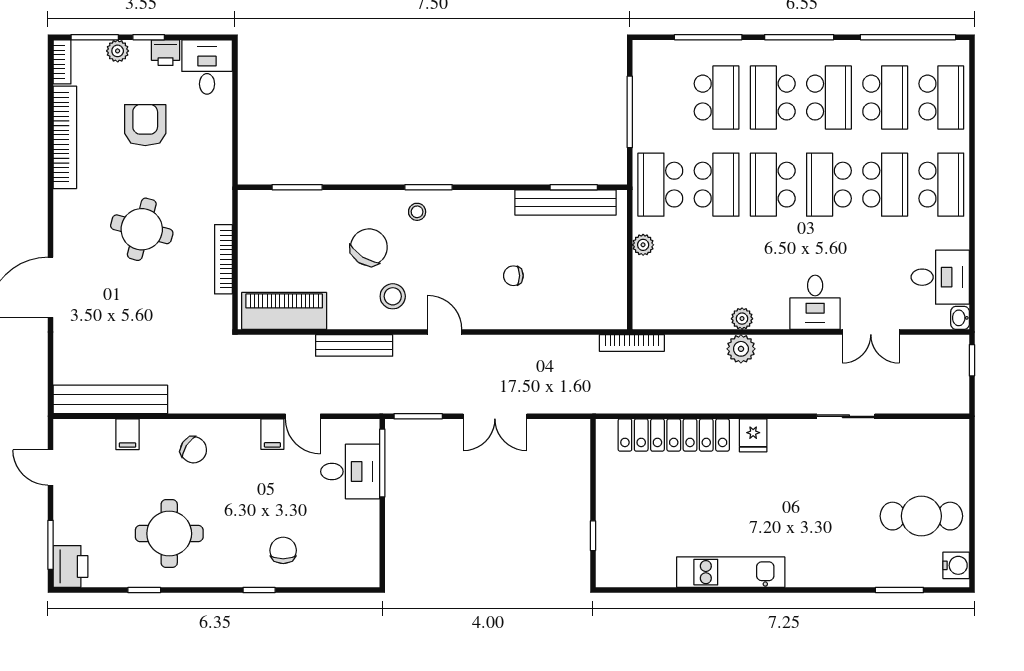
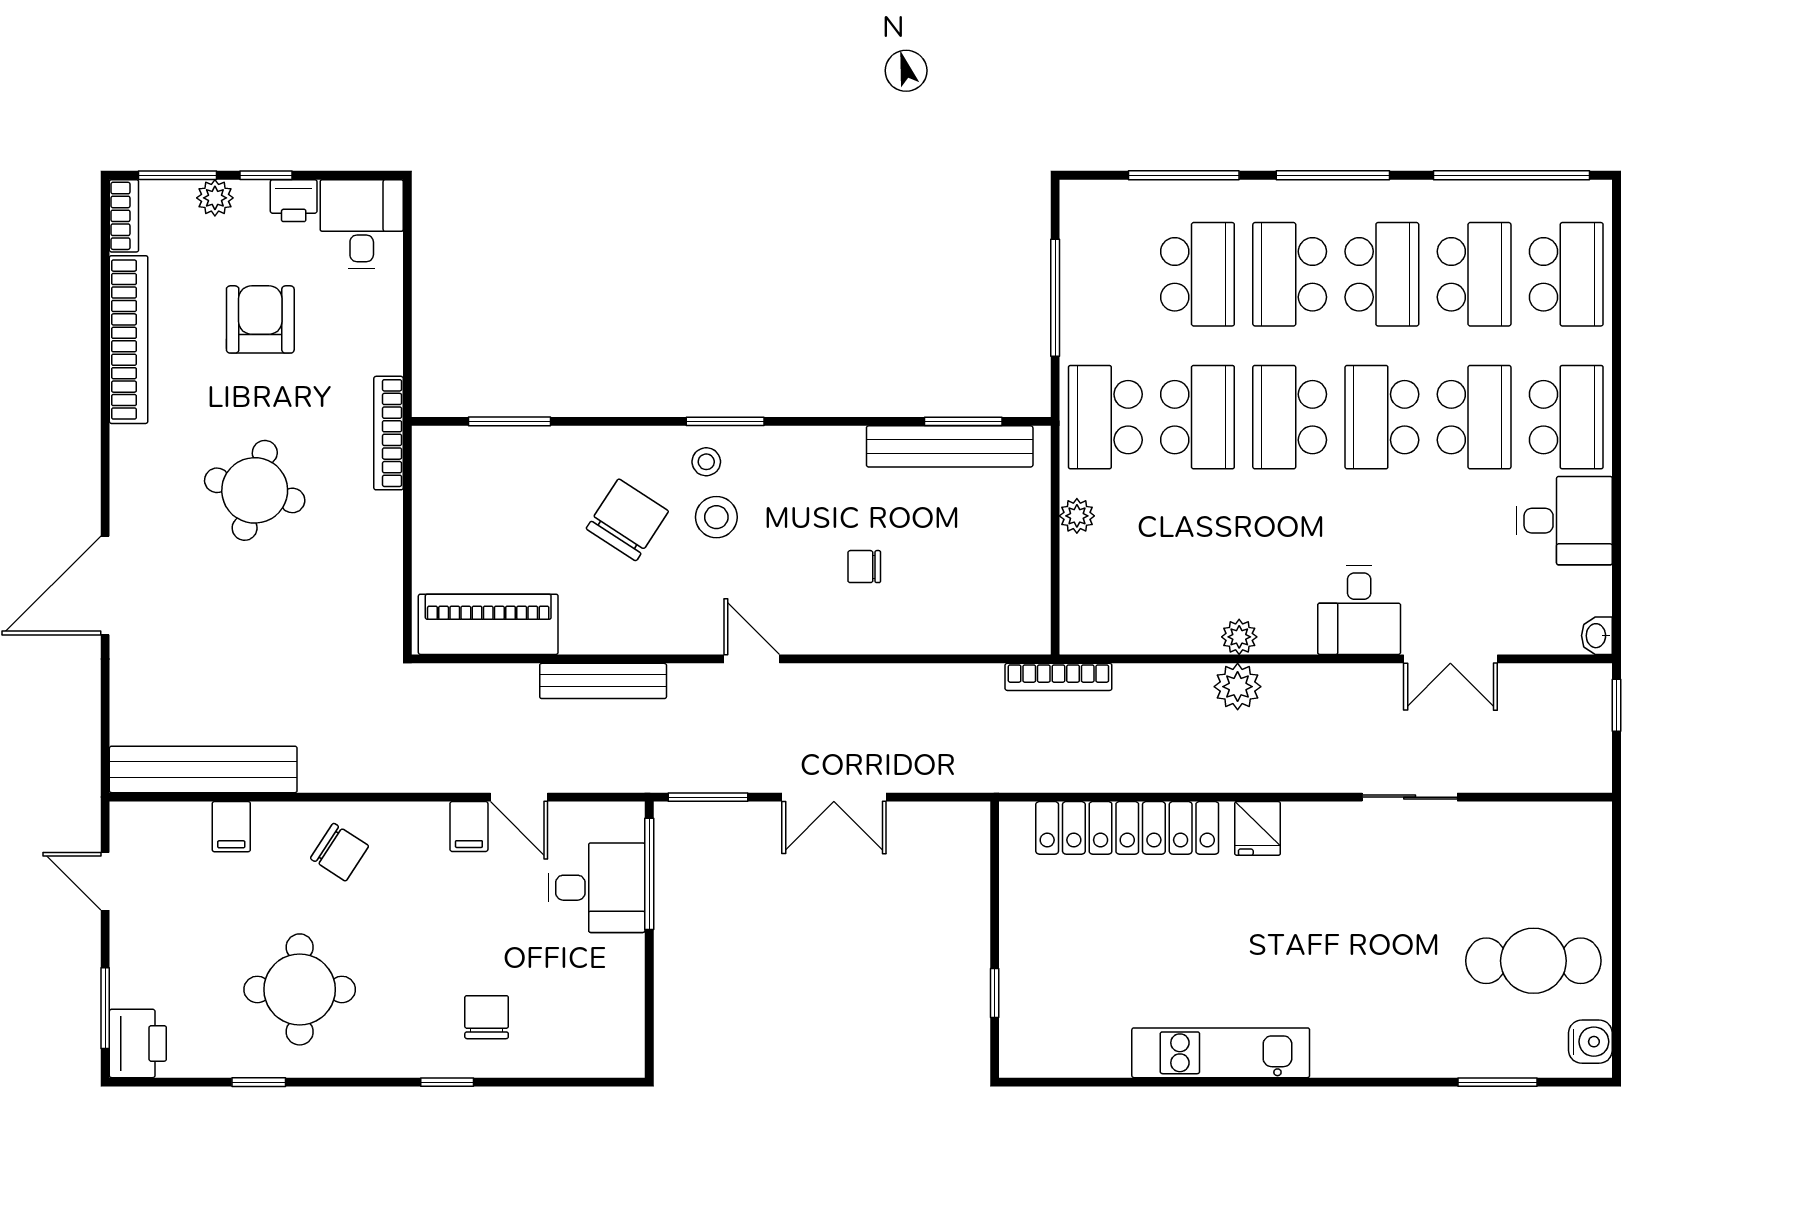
bookcase: (223, 259) -> (389, 433), moved
desk: (940, 277) -> (1564, 521), moved
stool: (393, 296) -> (716, 517), moved

